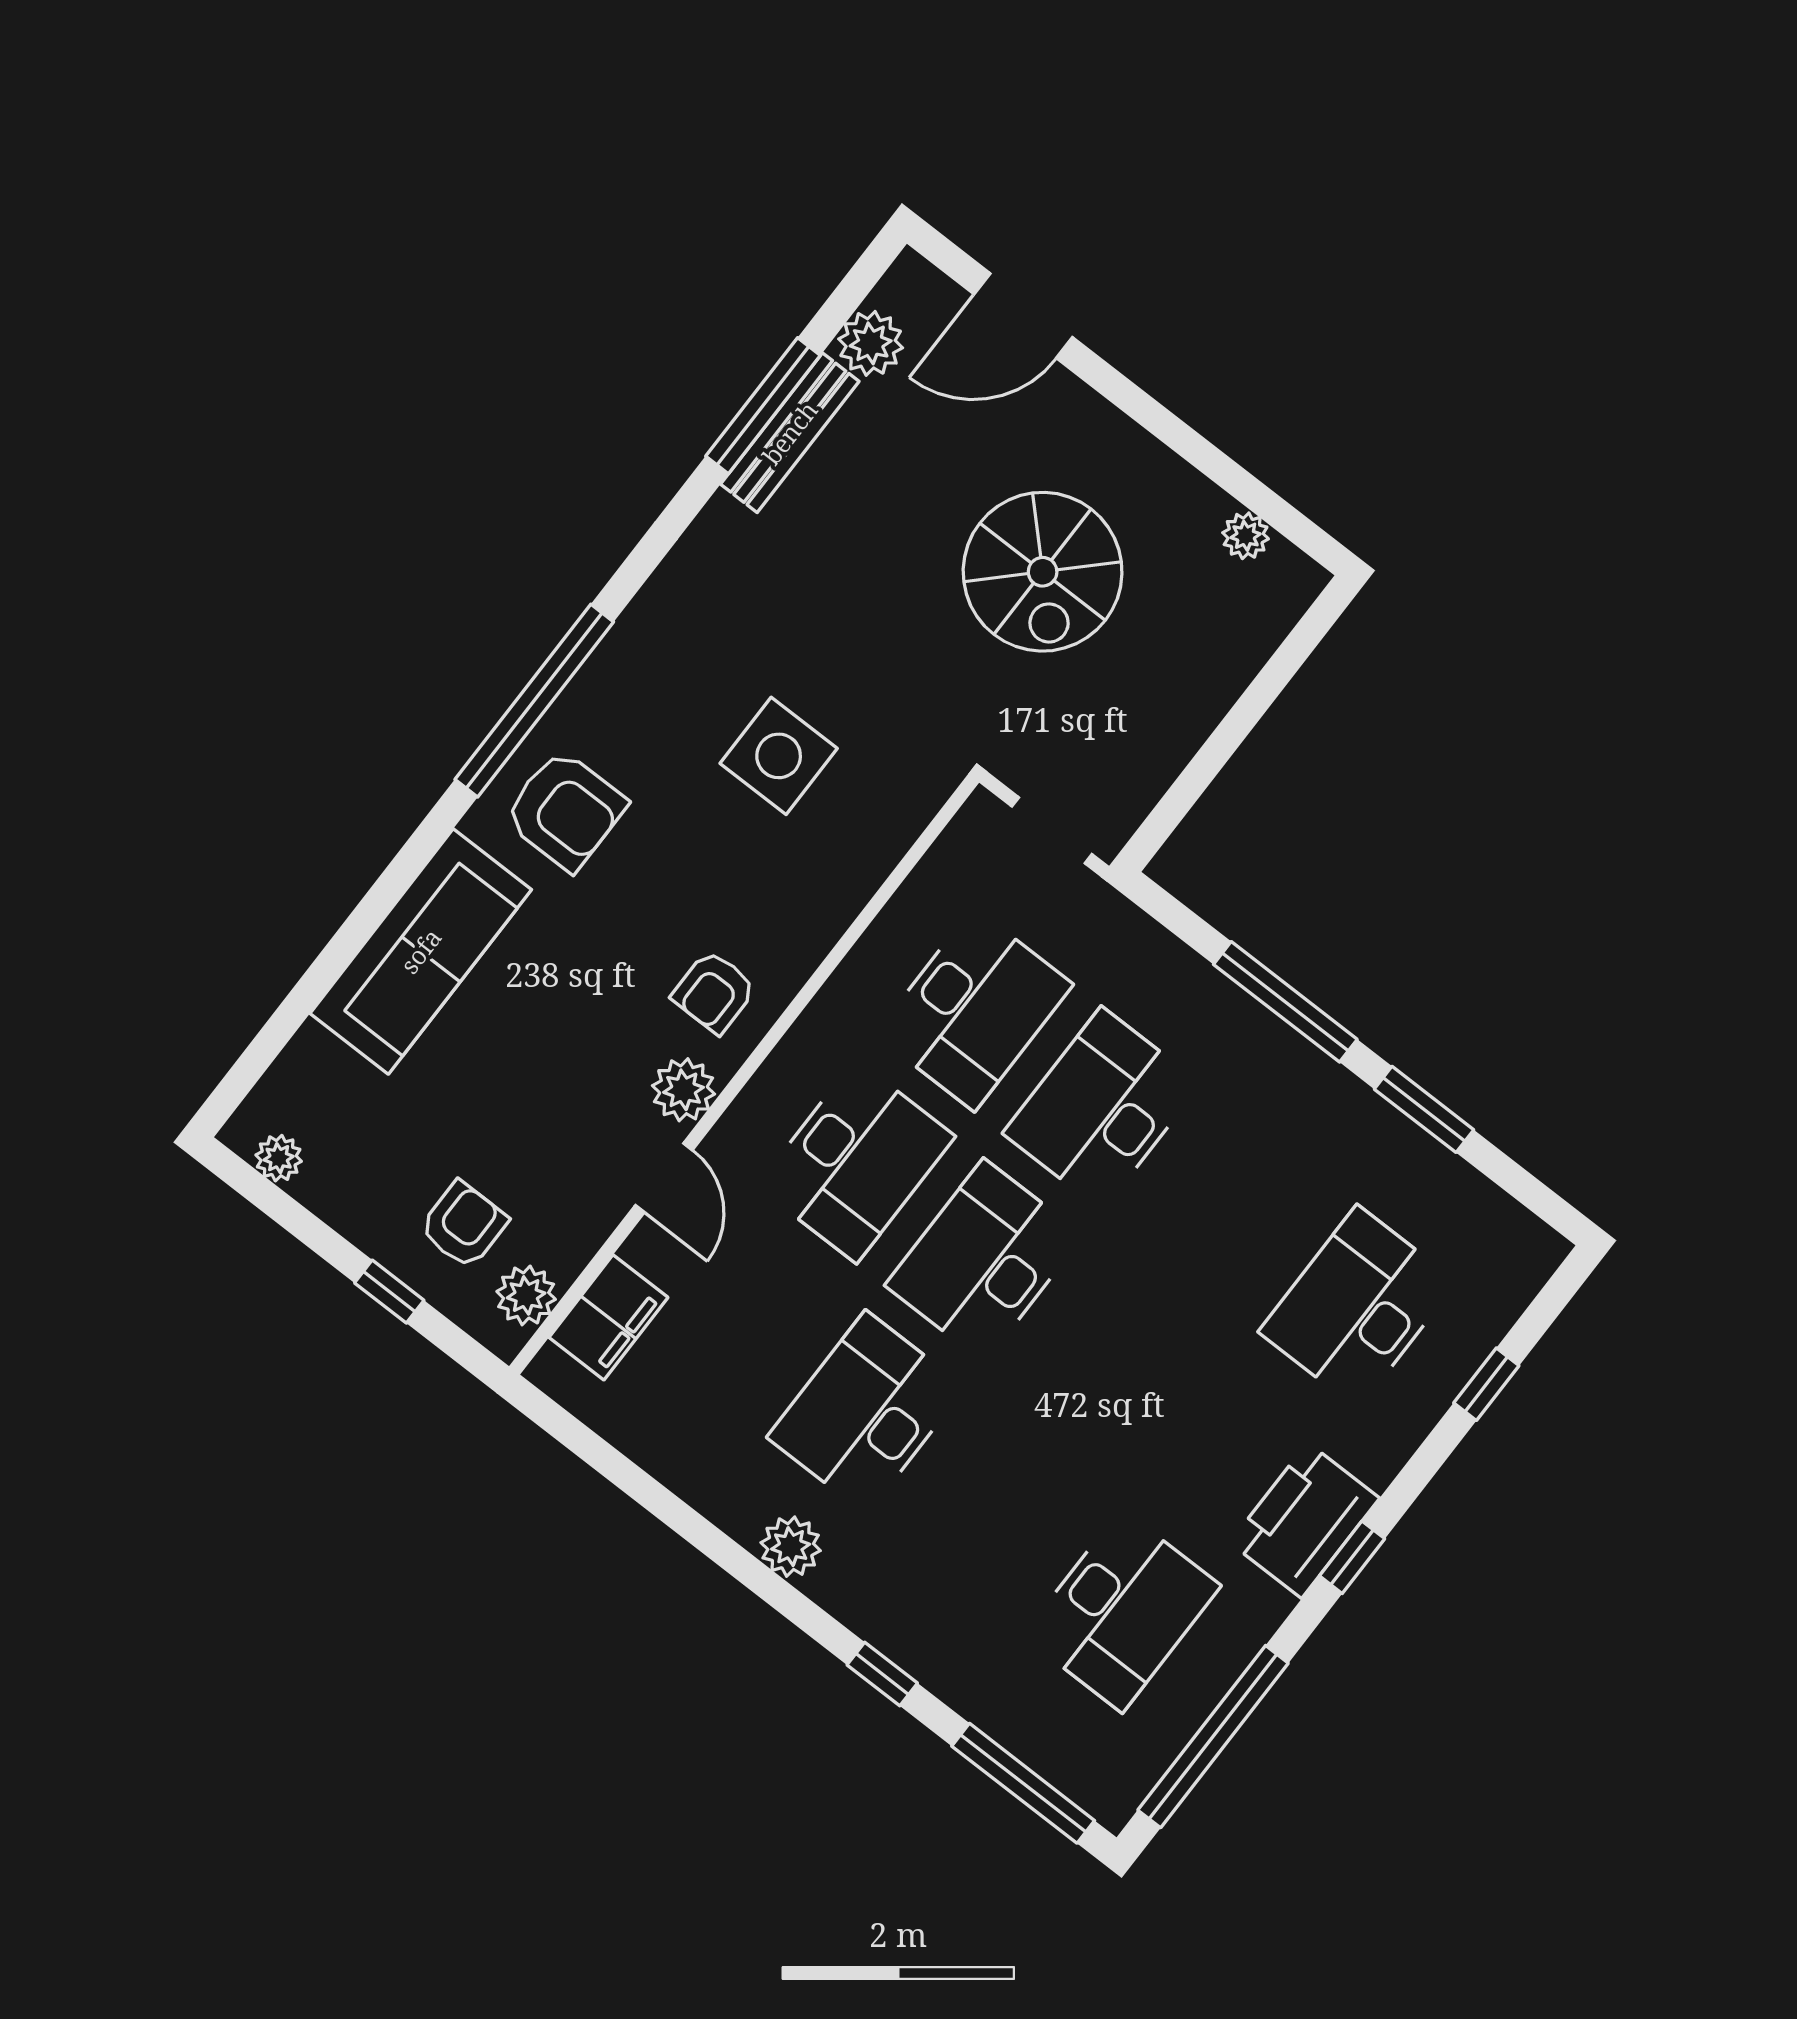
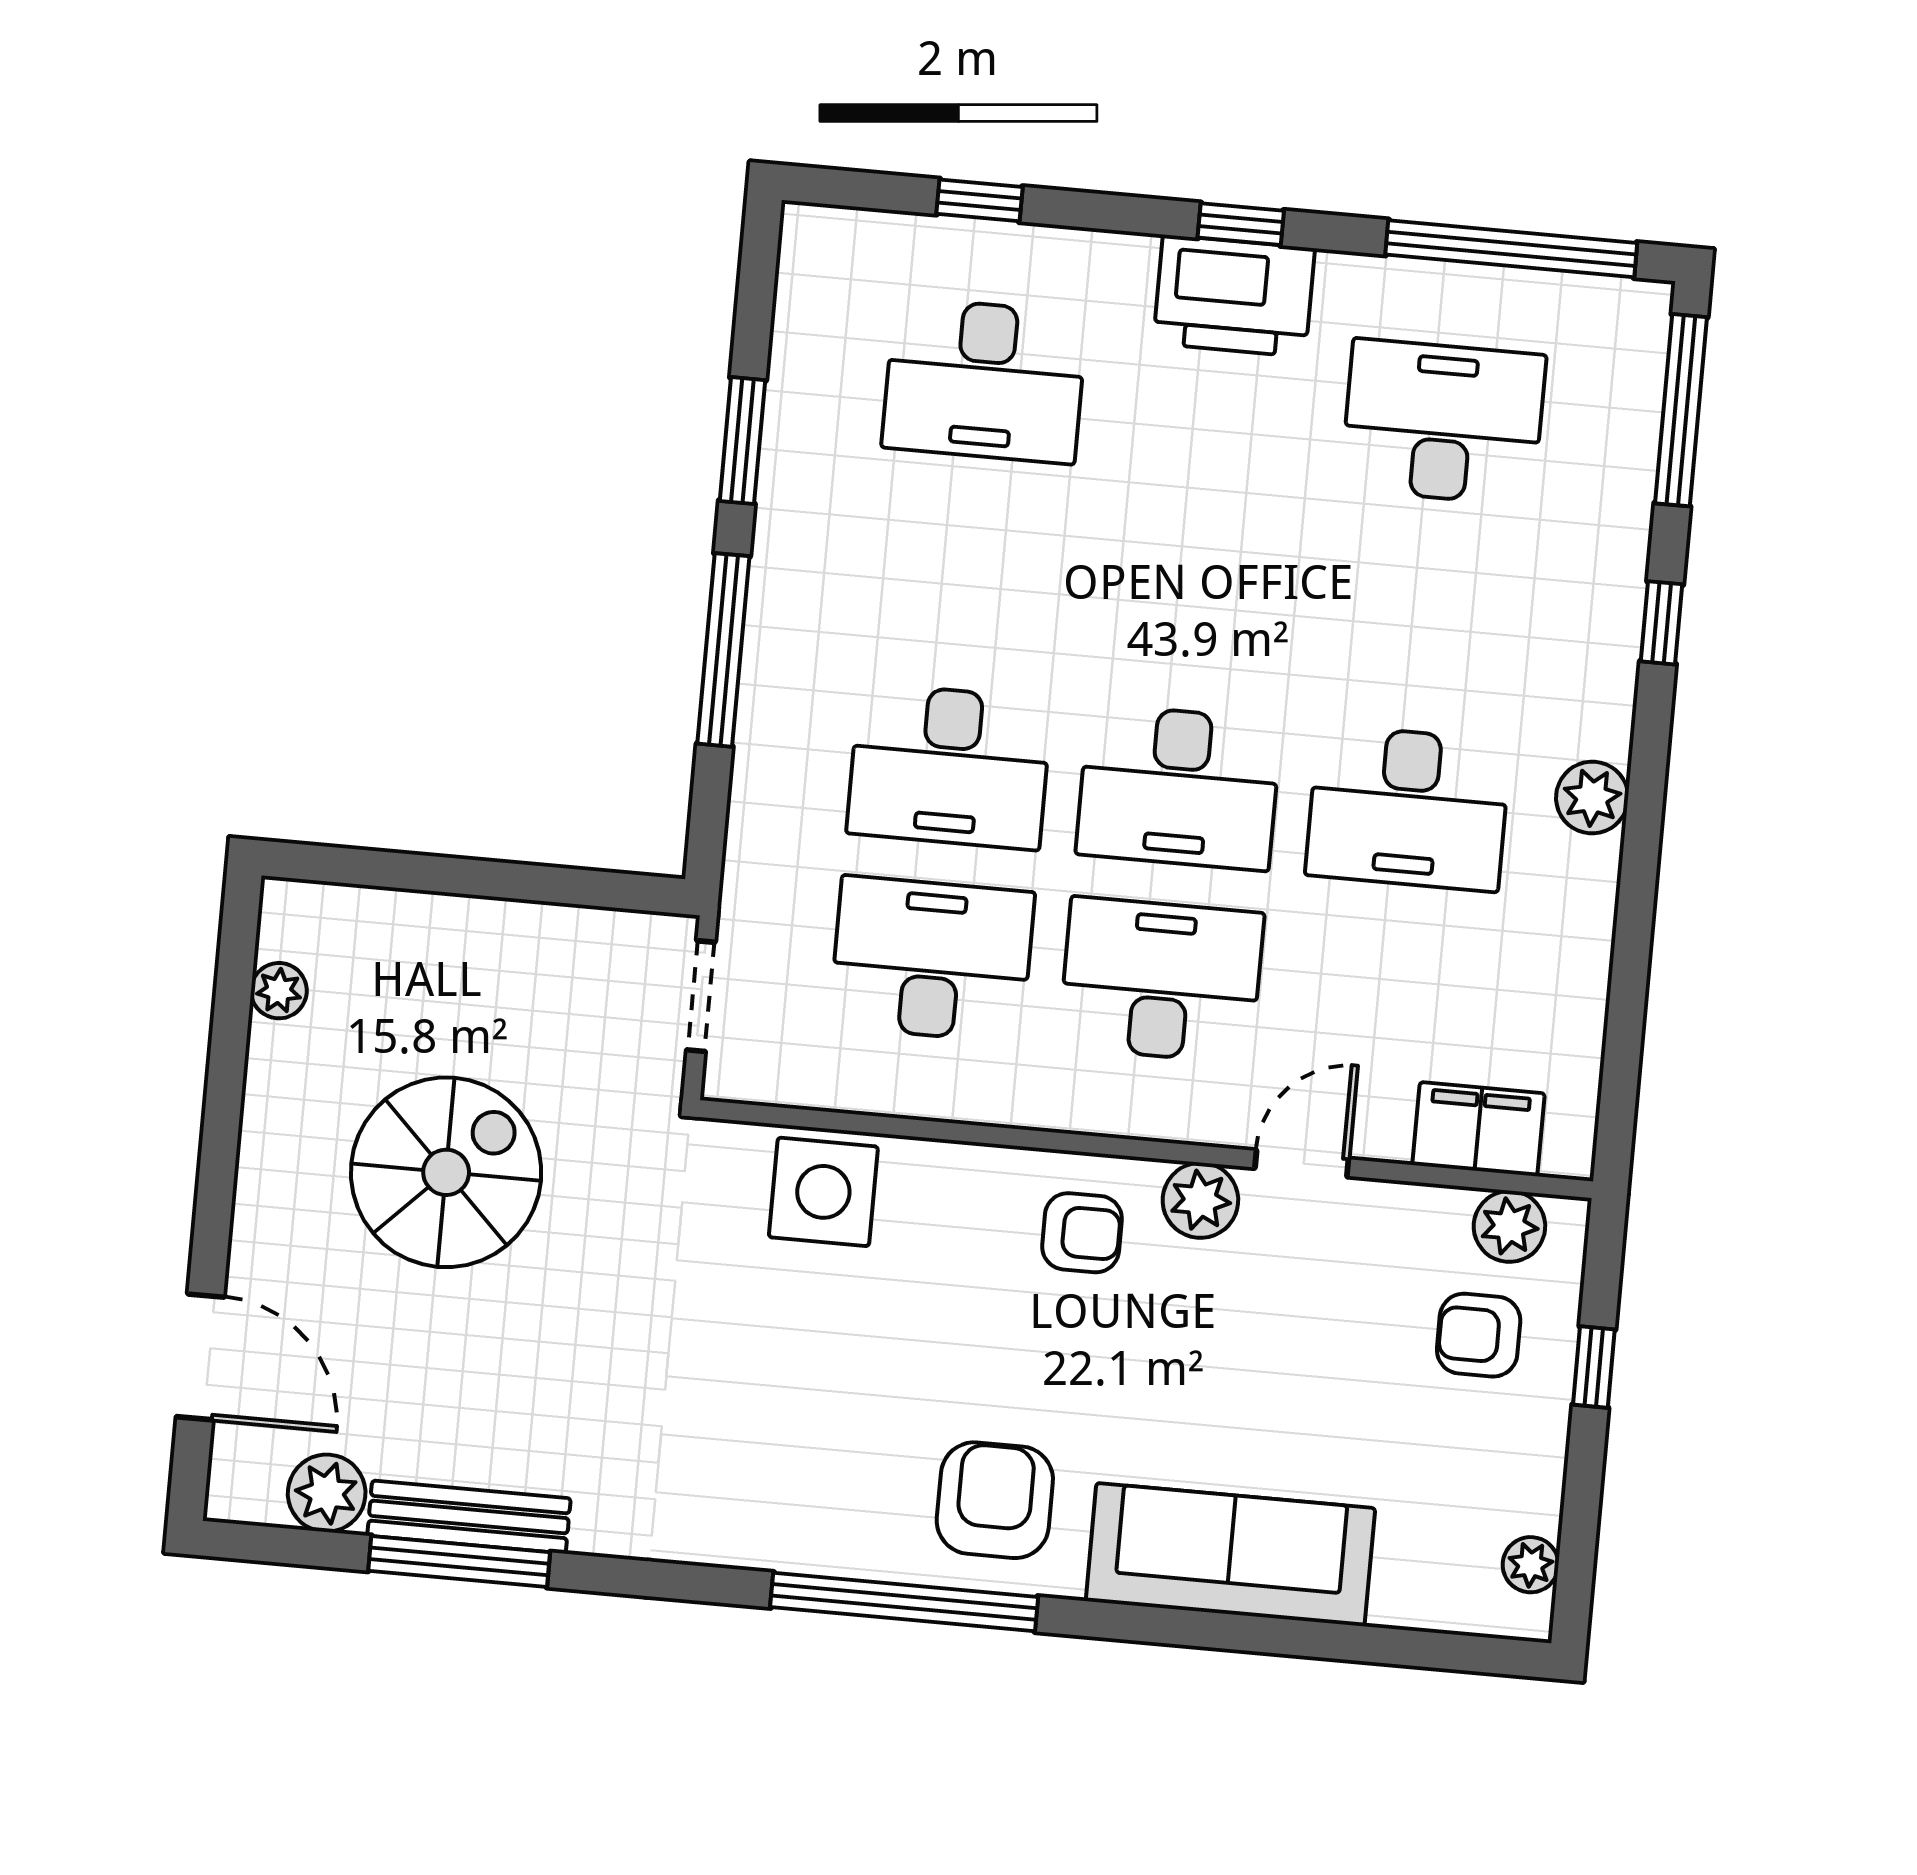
side table: (779, 756) -> (823, 1192), moved

